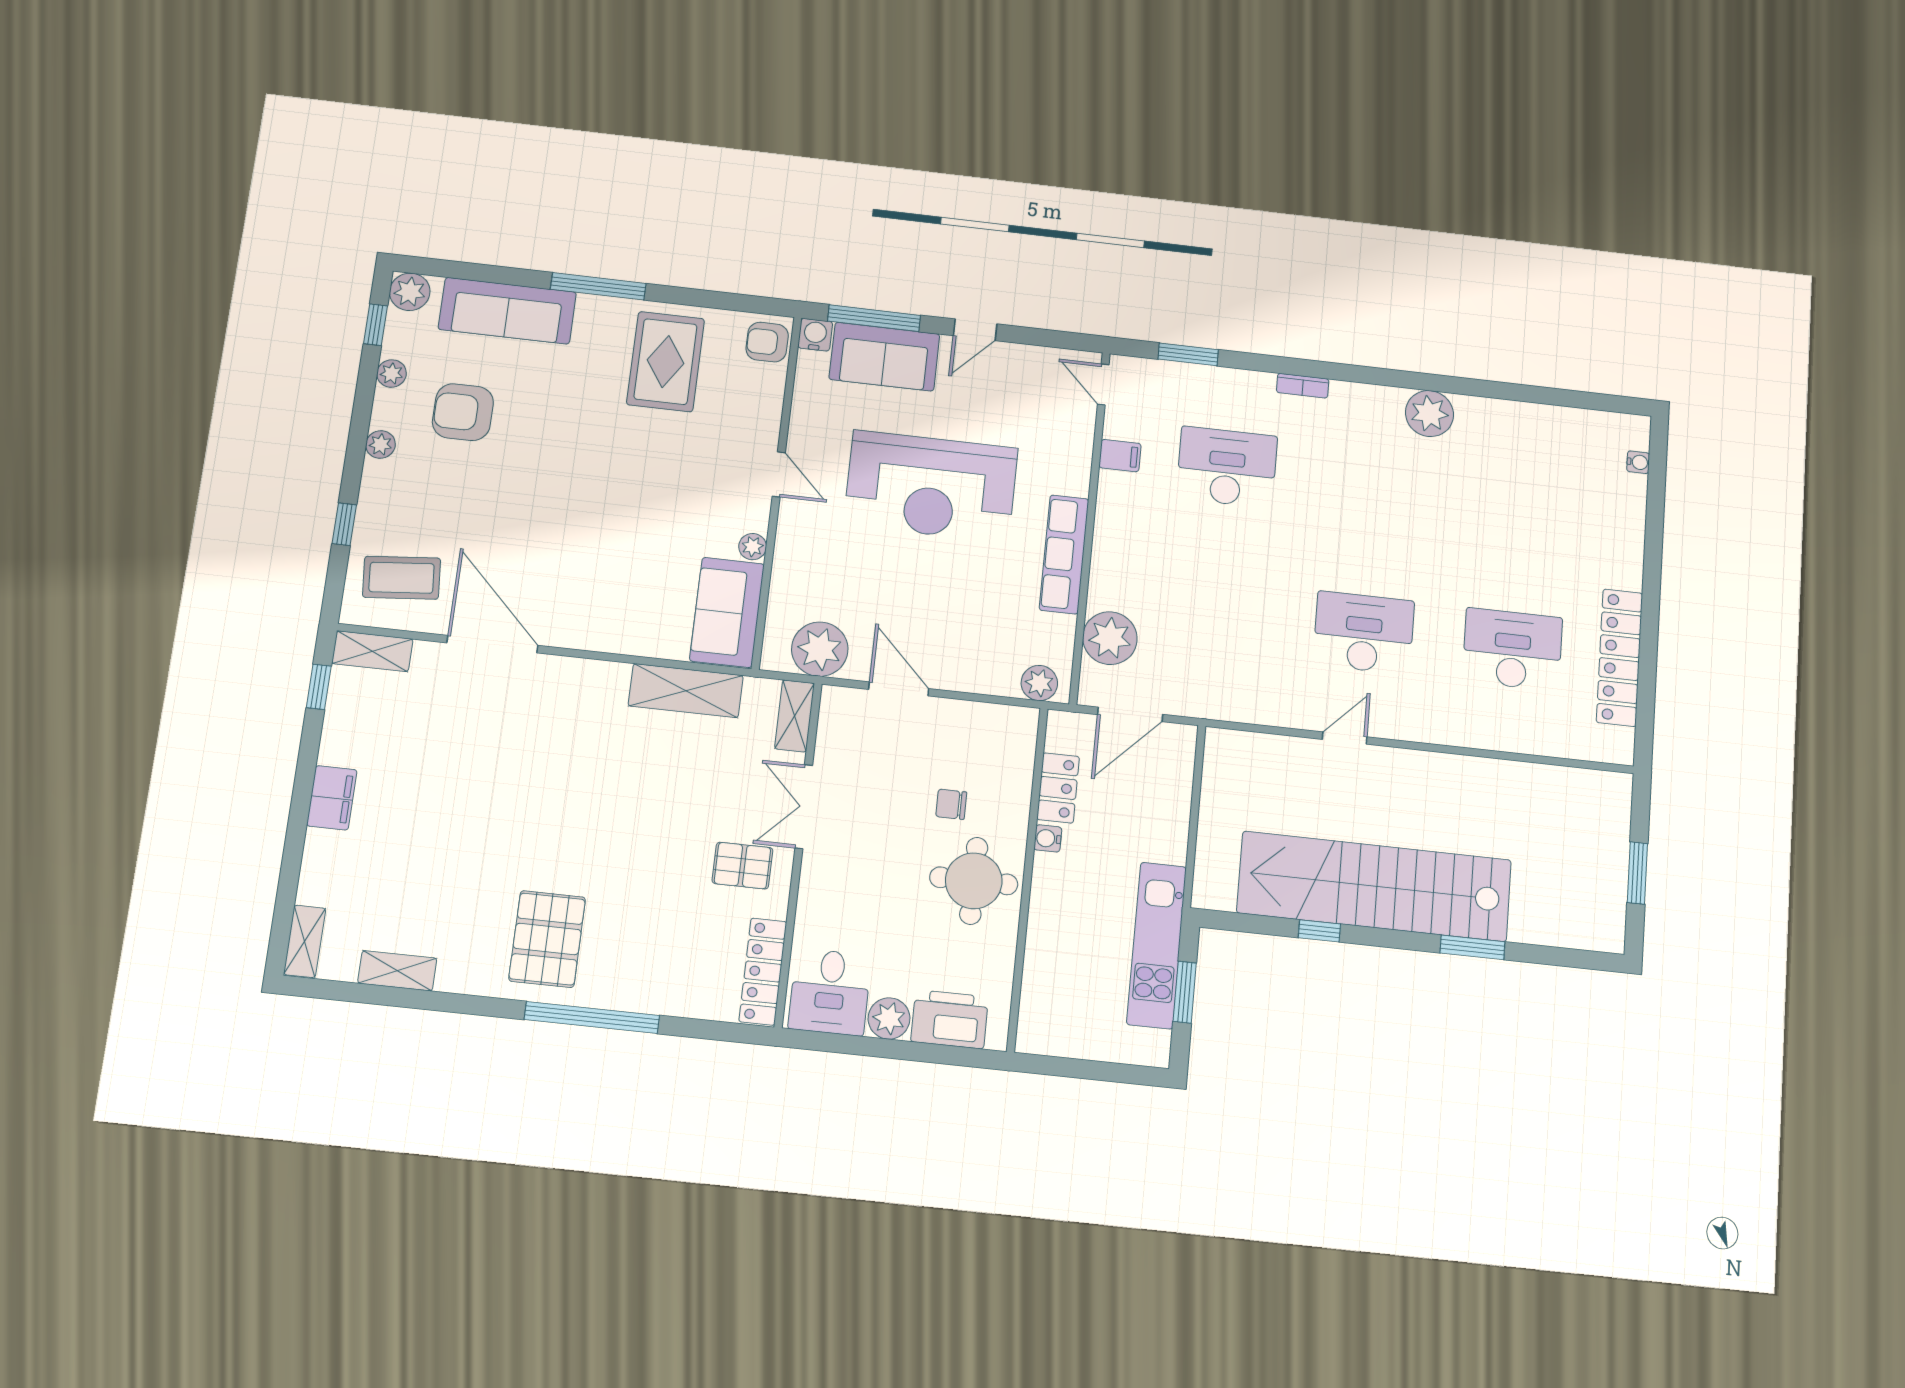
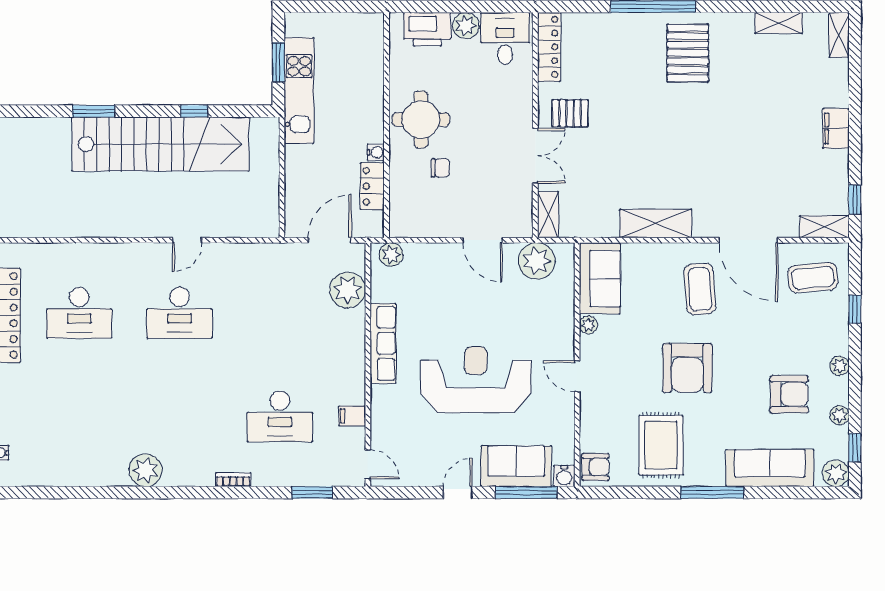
armchair: (611, 467) -> (687, 368), added
coffee table: (577, 580) -> (700, 289), added
shelving: (686, 691) -> (656, 224), moved

